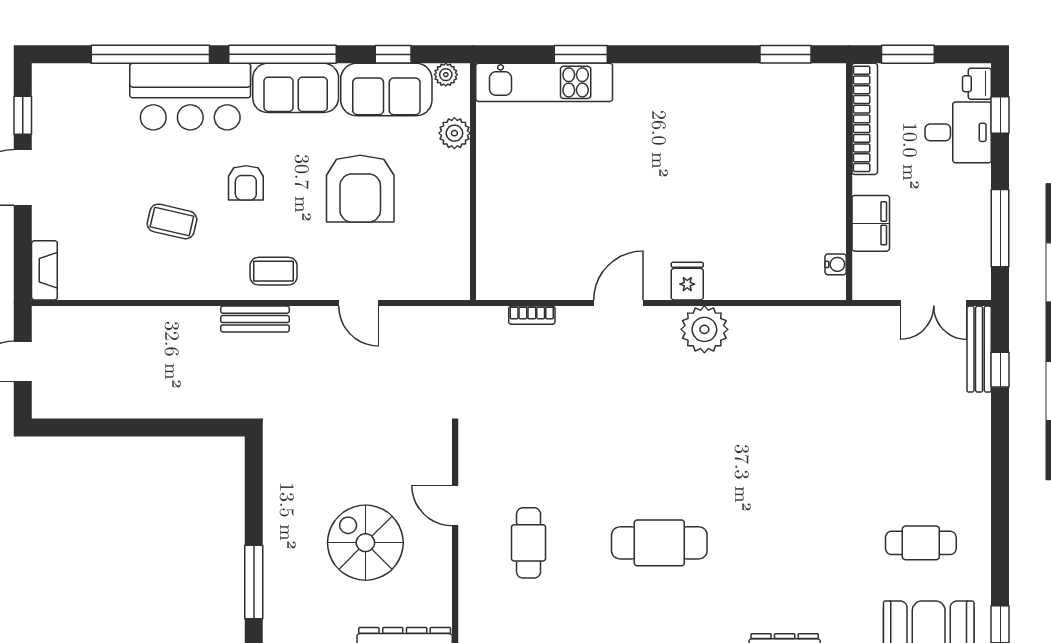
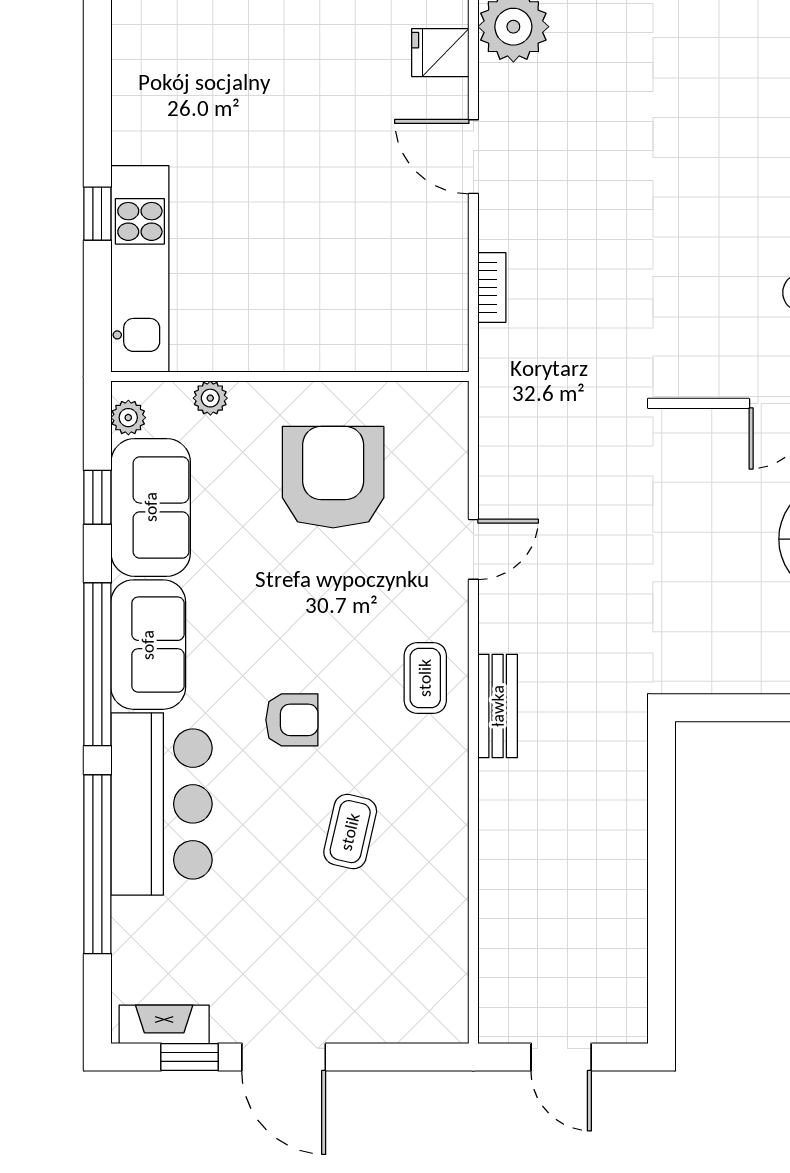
window: (581, 54) -> (97, 214), width x0.67
plant: (454, 133) -> (210, 398), width x0.73, depth x0.73
armchair: (360, 189) -> (333, 477), moved, turned -90
fireplace: (44, 270) -> (164, 1024), moved

